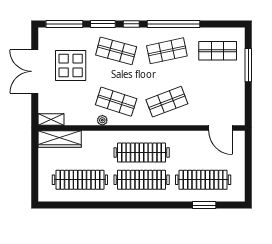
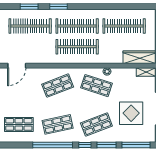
shop shelf: (116, 51) -> (96, 124), turned -36
door: (221, 128) -> (17, 66), swing flipped
window: (166, 205) -> (58, 7), added

